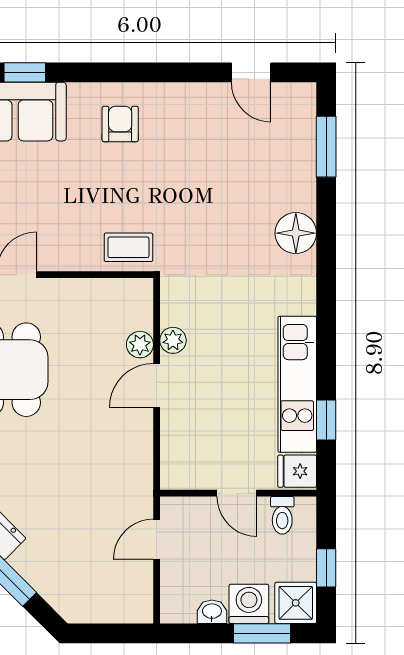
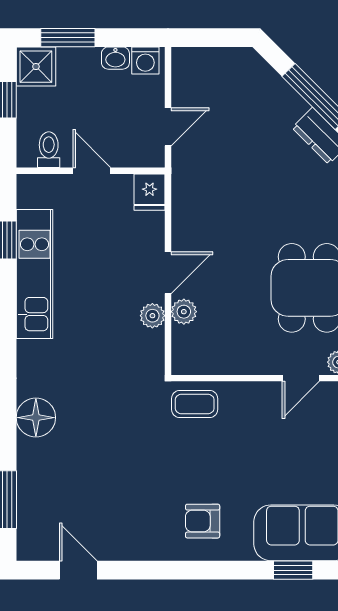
armchair: (120, 124) -> (203, 521), turned 90
fridge: (297, 471) -> (150, 192), moved, turned 90
washing machine: (249, 604) -> (145, 60), moved, width x0.73, depth x0.73

